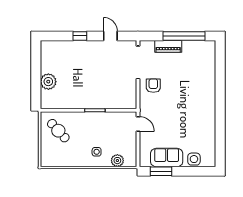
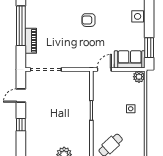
armchair: (153, 86) -> (89, 20), moved
sofa: (167, 158) -> (130, 59), moved, turned 90
plant: (117, 161) -> (139, 77), moved

